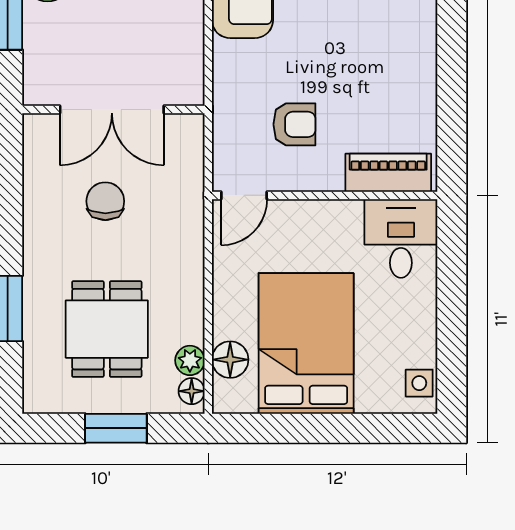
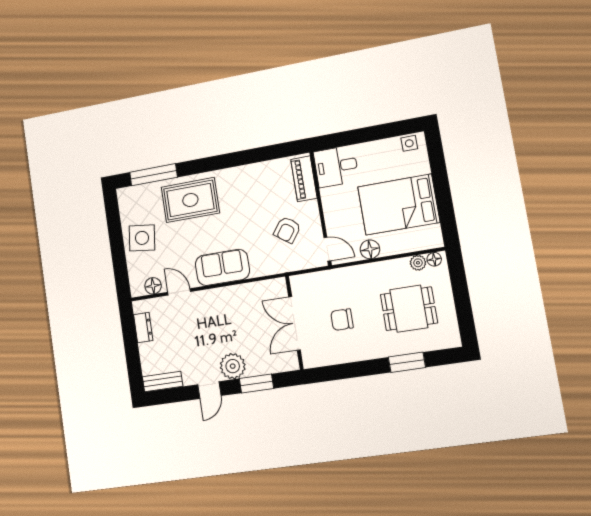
double door: (112, 110) -> (294, 323), swing flipped
armchair: (294, 124) -> (287, 230), turned -144
floor lamp: (230, 360) -> (370, 249), moved
window: (116, 428) -> (461, 296), removed

